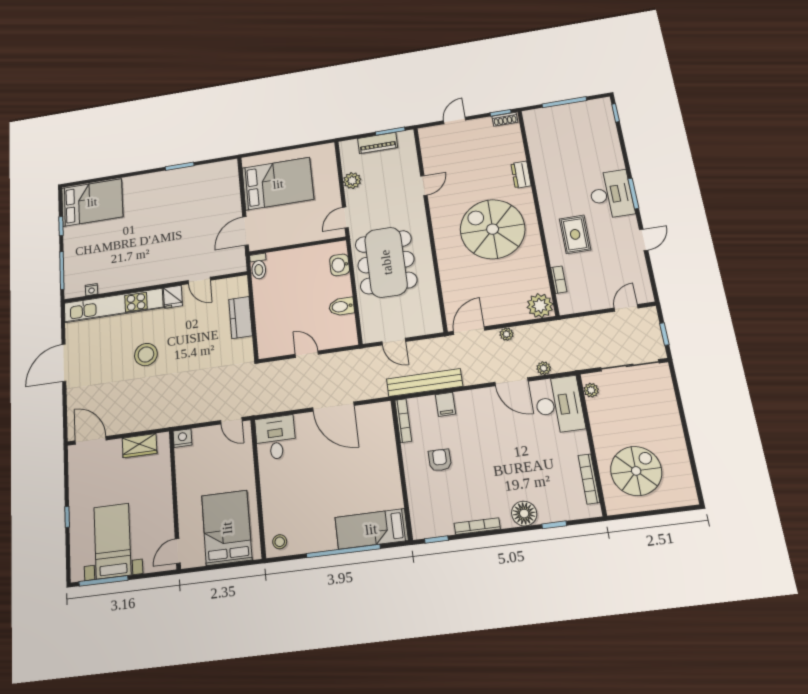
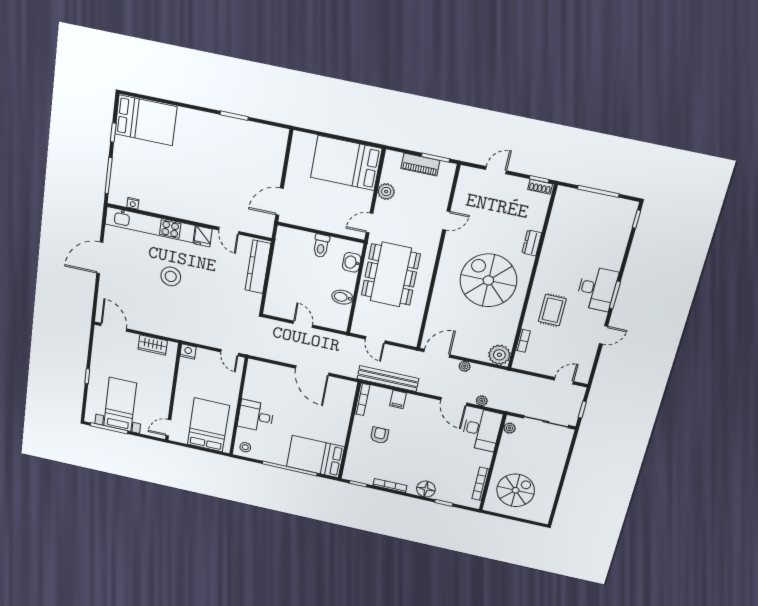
bed: (278, 184) -> (346, 163), moved, turned 180
toilet: (259, 266) -> (321, 246), moved
kitchen counter: (240, 318) -> (258, 267), width x1.50
desk: (276, 438) -> (256, 416), moved, turned -90
bed: (371, 529) -> (315, 457), width x1.50

